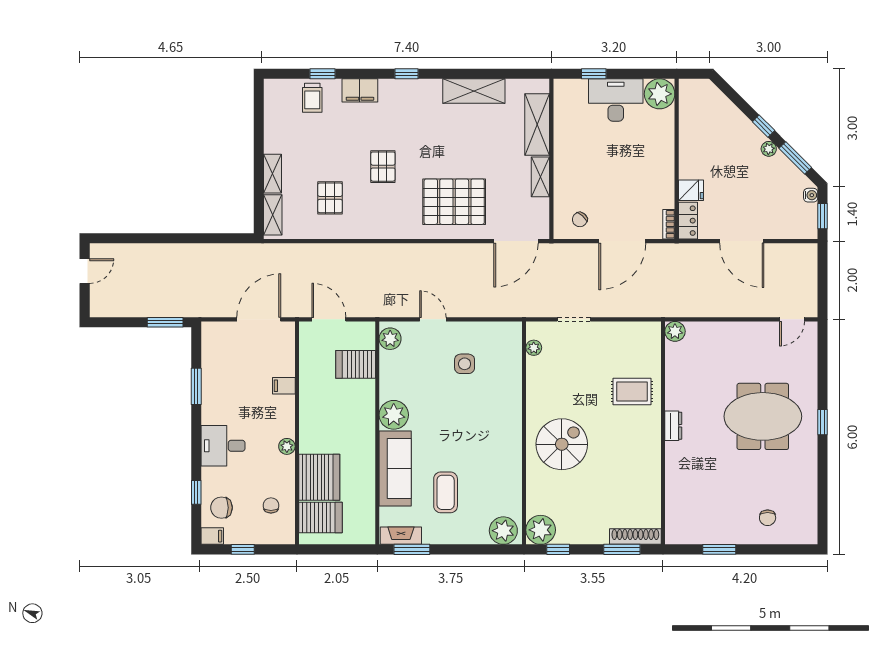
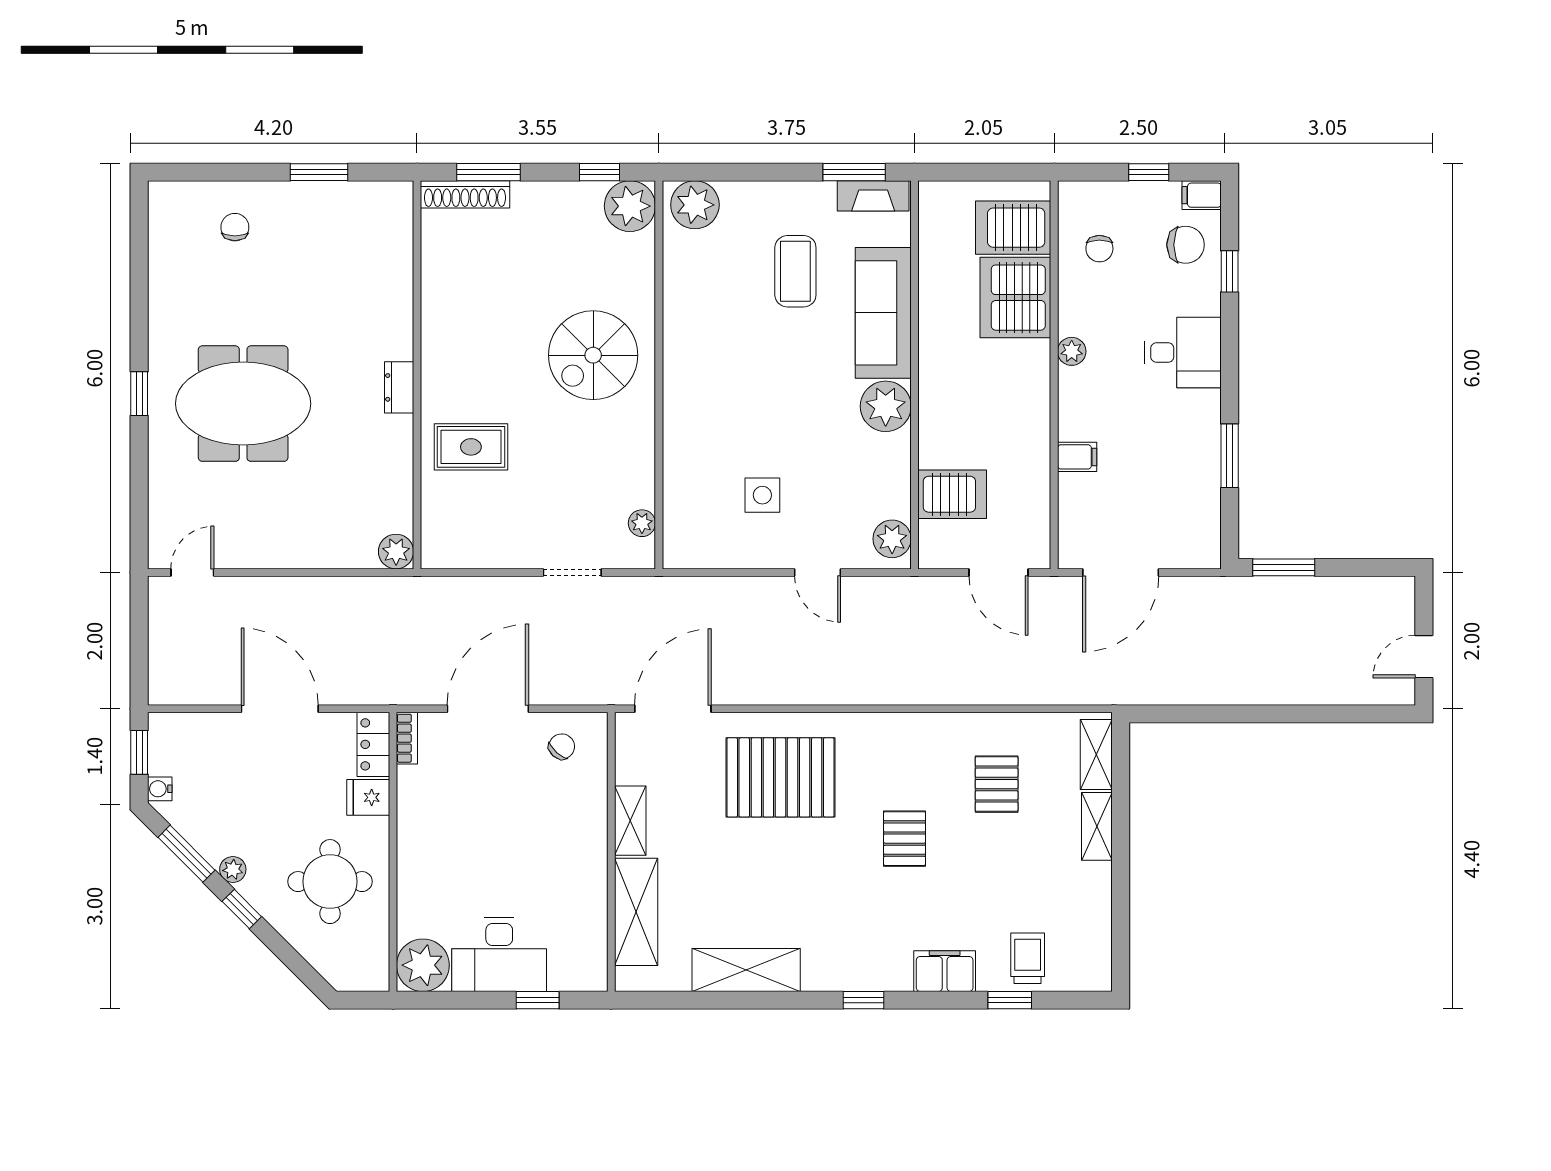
round table: (713, 142) -> (330, 882), added

